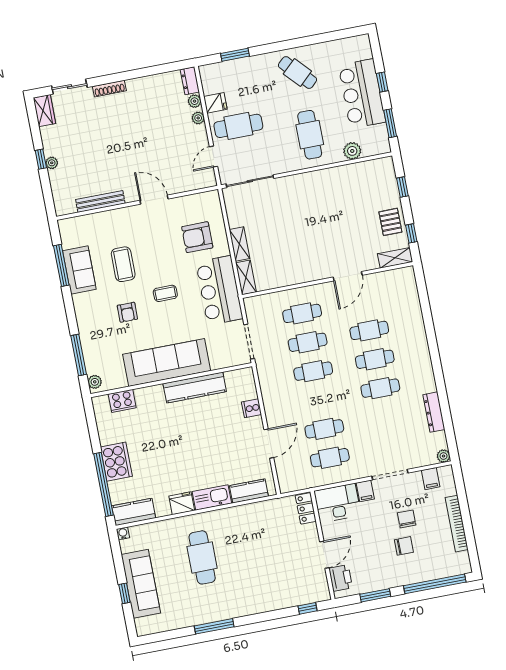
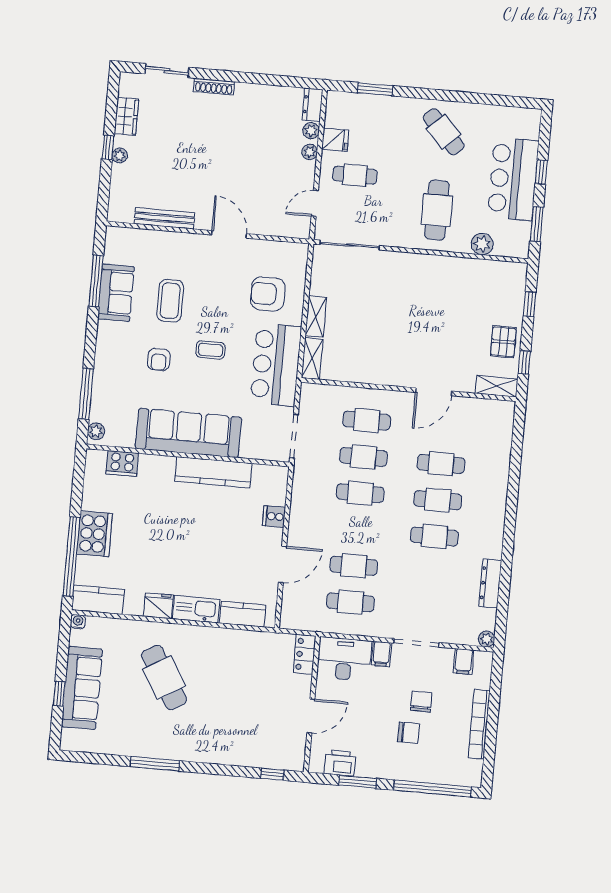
wardrobe: (44, 111) -> (126, 116), moved
cafe table: (238, 126) -> (355, 175), width x0.73, depth x0.74
cafe table: (202, 557) -> (164, 677), turned -31
printer: (341, 578) -> (340, 763), moved, turned -90

